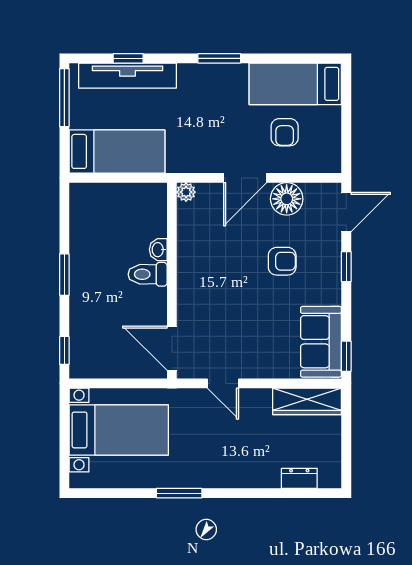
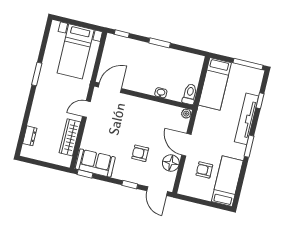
tv unit: (127, 76) -> (246, 119), moved
armchair: (282, 261) -> (140, 153), turned 90
toilet: (148, 274) -> (190, 94), moved
wardrobe: (307, 401) -> (70, 137), moved

